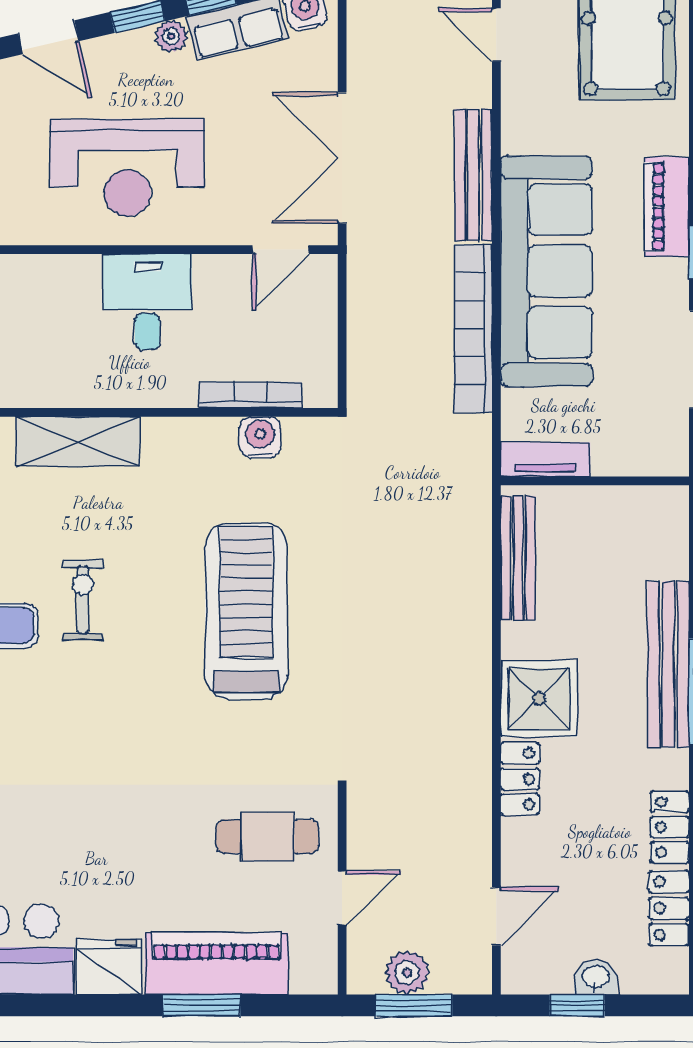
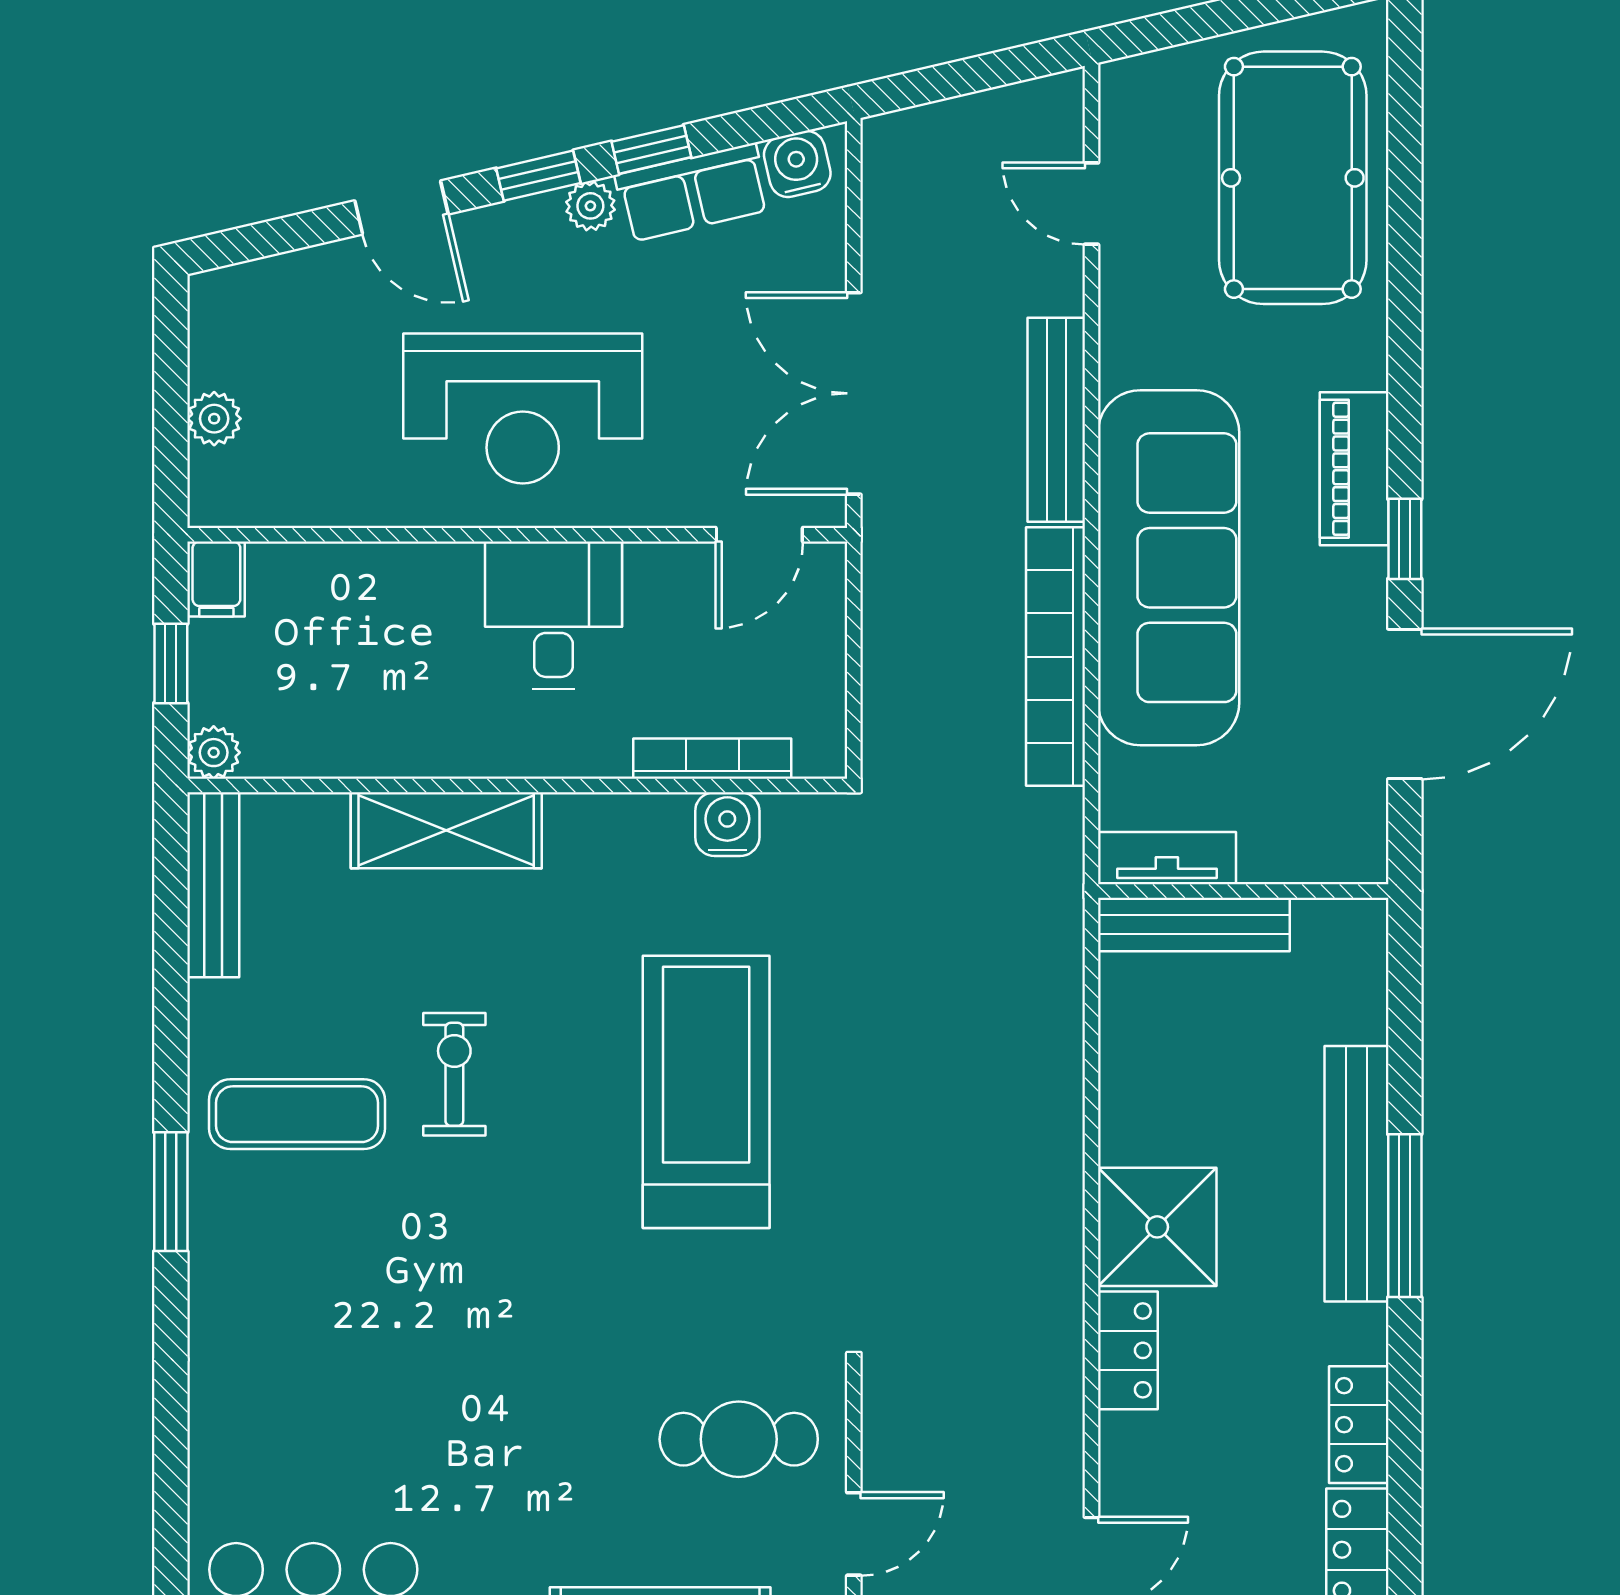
bench: (518, 558) -> (1194, 925), moved, turned 90

